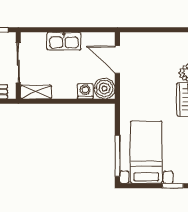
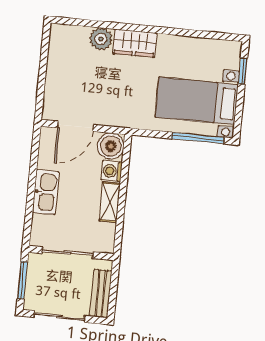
shelving: (36, 92) -> (110, 202), moved

